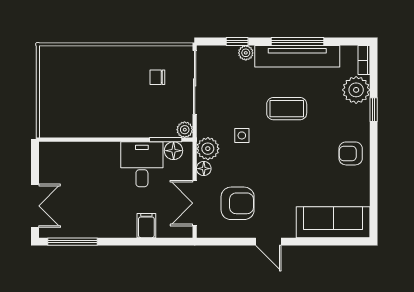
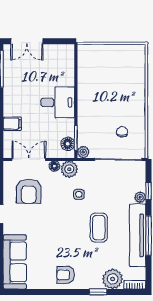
armchair: (351, 153) -> (66, 275), turned -90
desk: (142, 164) -> (58, 102), moved

